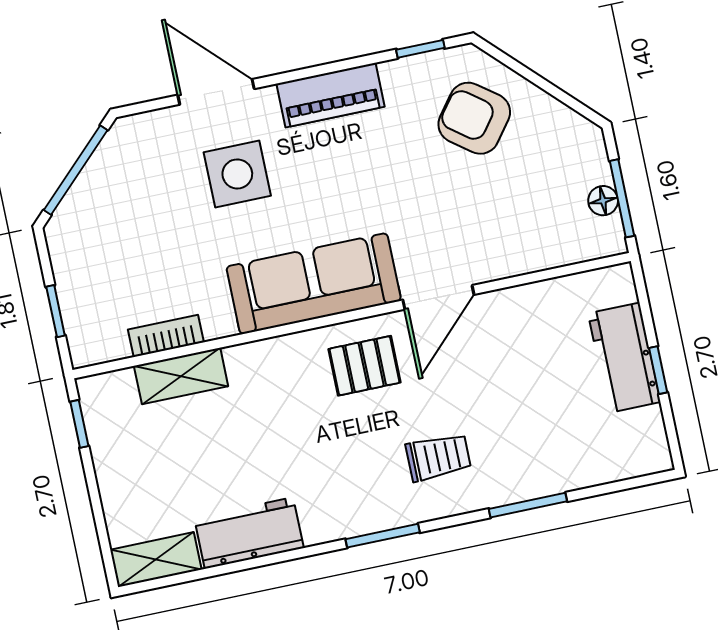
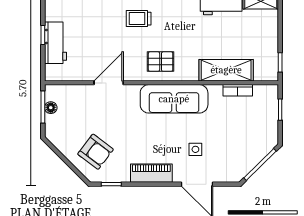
side table: (237, 174) -> (195, 149), width x0.54, depth x0.54
door: (438, 297) -> (109, 83), moved
shelving: (181, 376) -> (226, 70), width x1.50, depth x1.33

